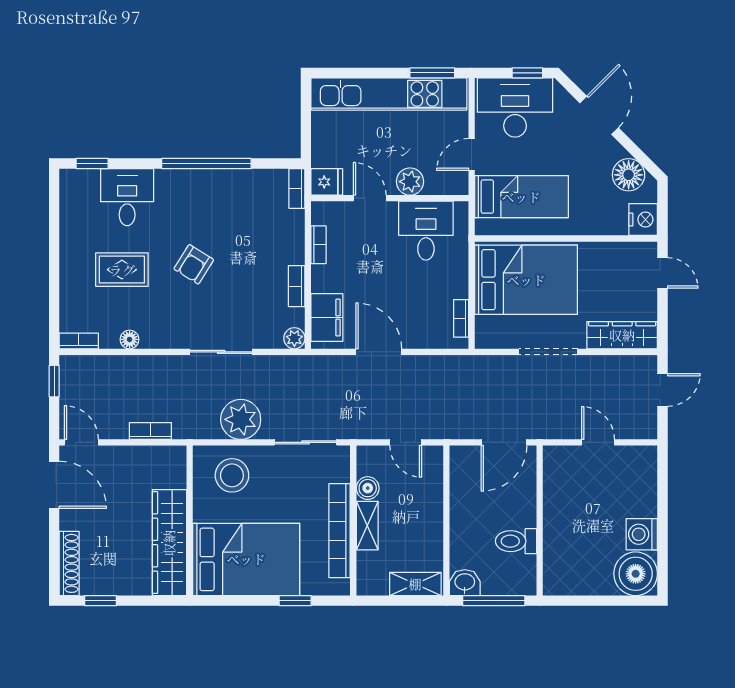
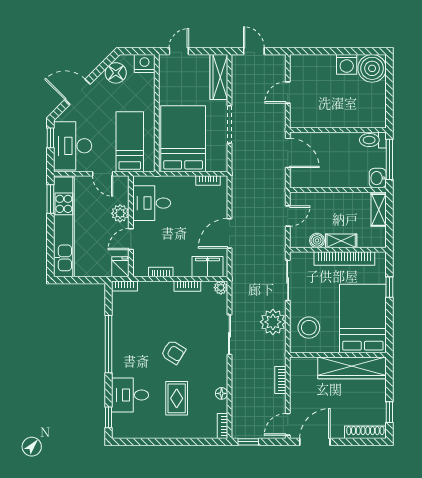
toilet: (516, 541) -> (373, 140), moved, turned 90

